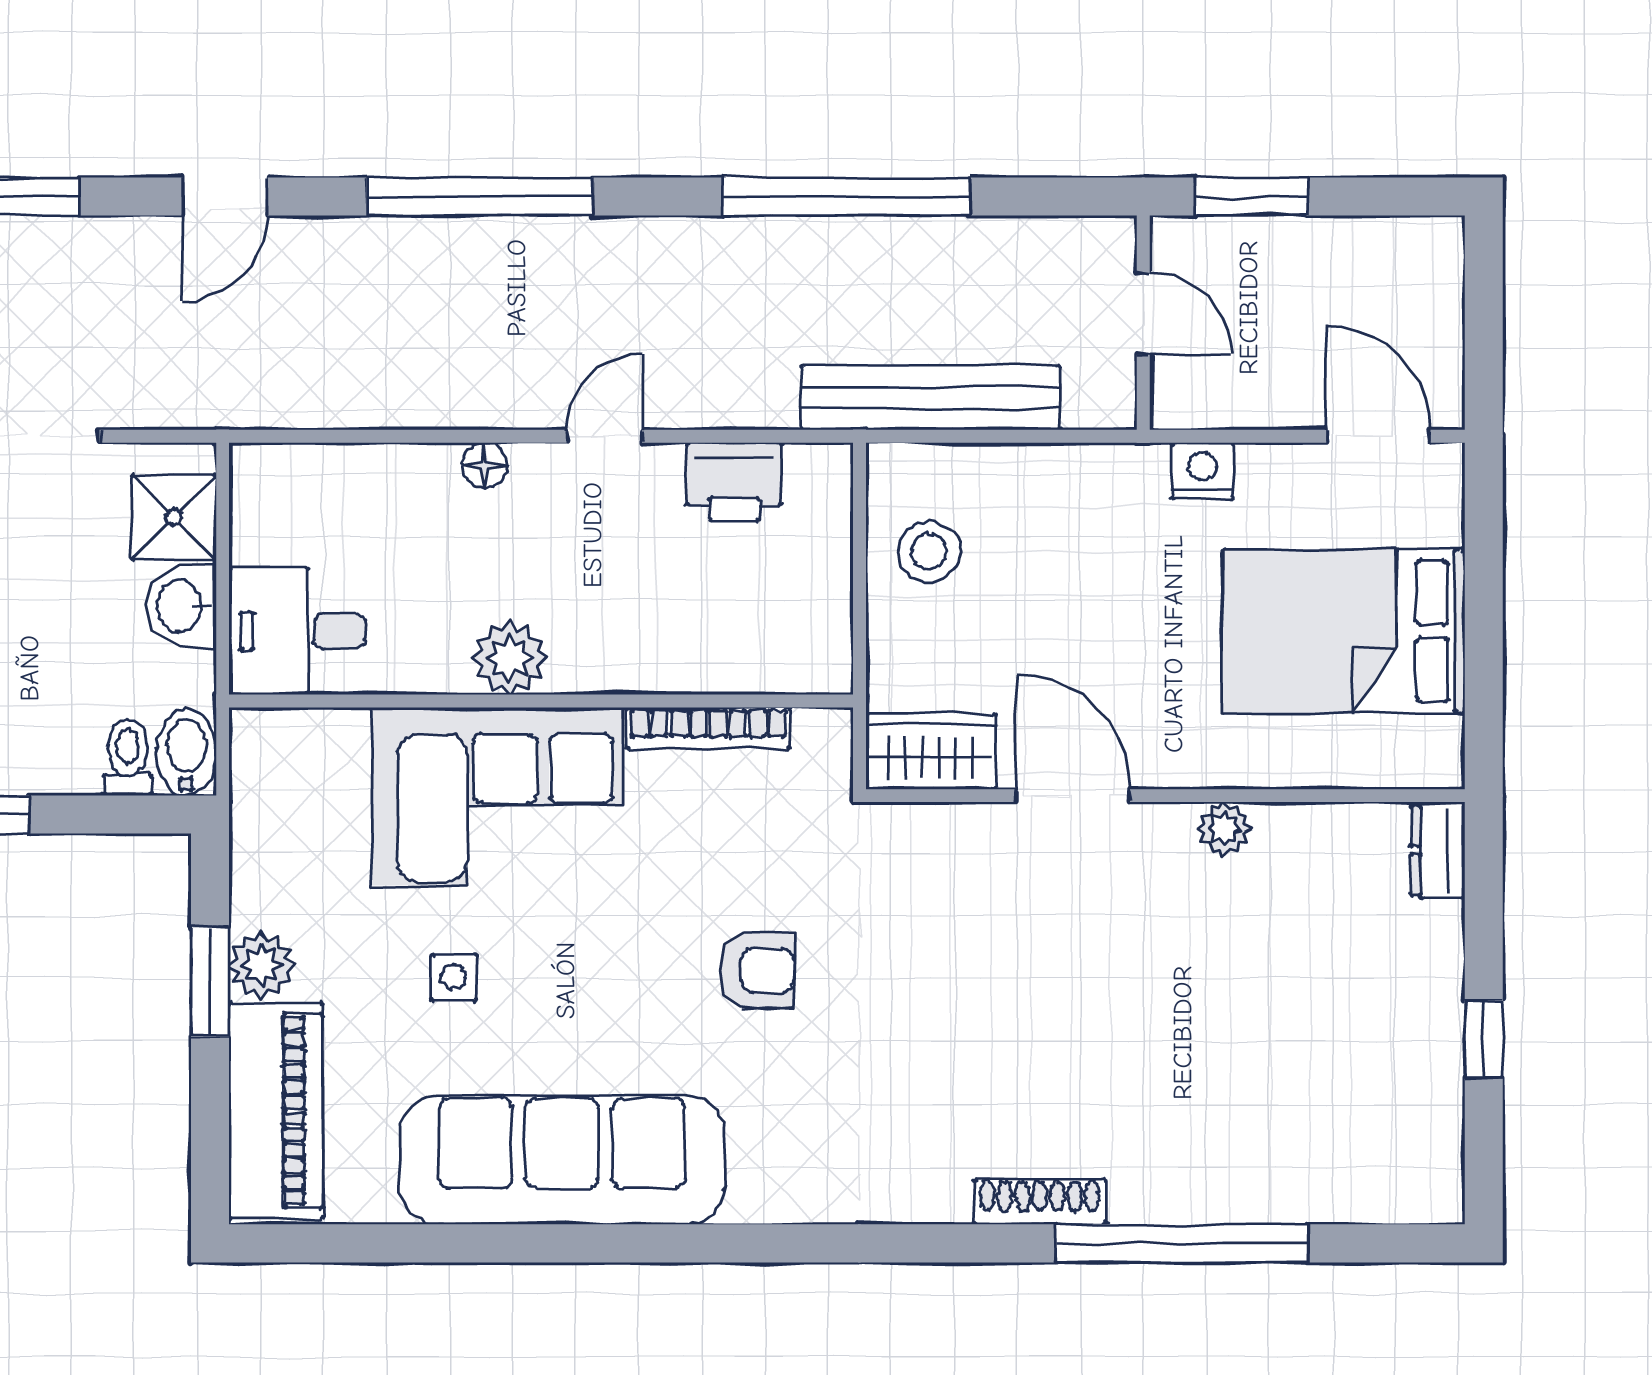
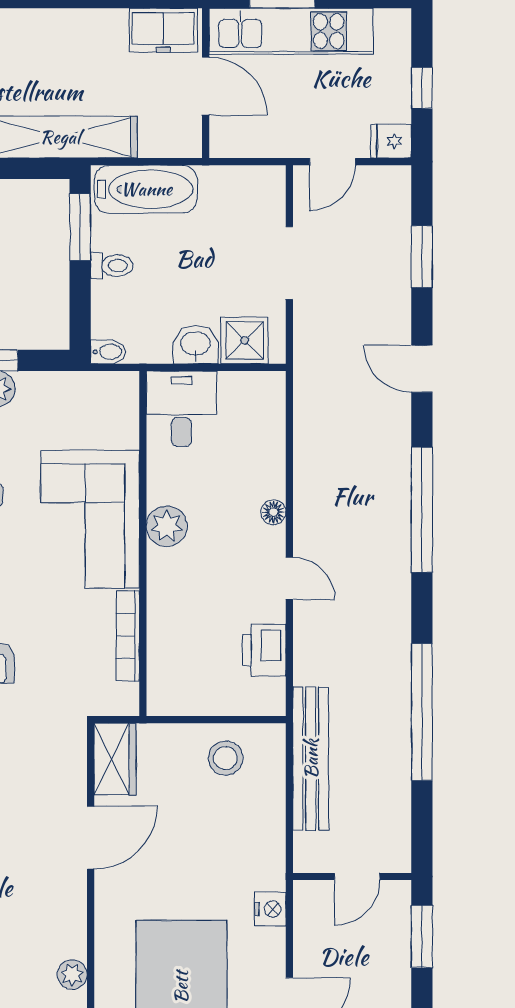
bidet: (186, 752) -> (108, 352), width x0.72, depth x0.74
toilet: (128, 757) -> (112, 266), moved
plant: (1224, 829) -> (72, 975), moved

